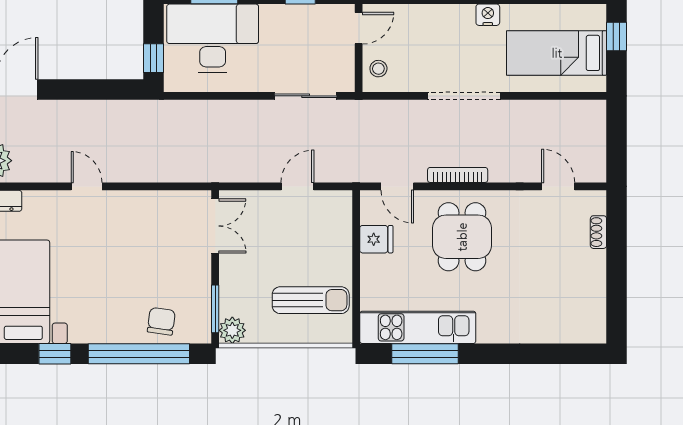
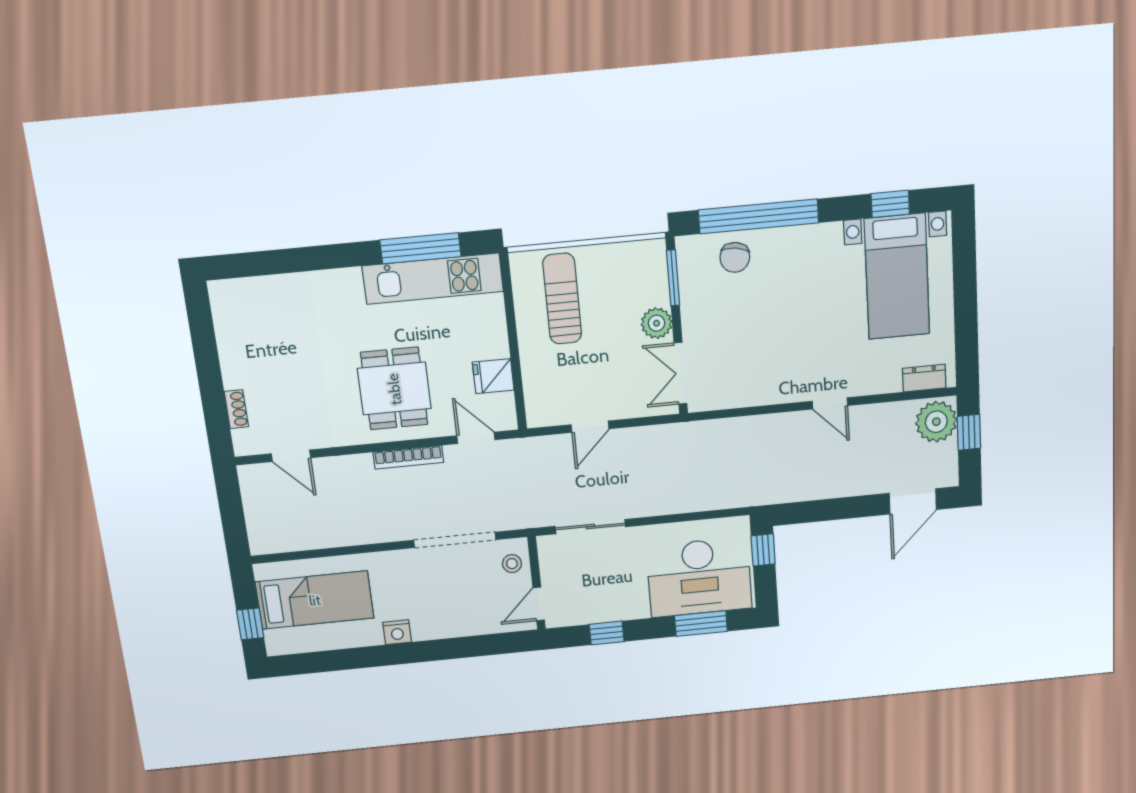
doorway: (464, 96) -> (455, 540), moved
sun lounger: (311, 300) -> (562, 299), turned 90
plant: (232, 330) -> (657, 323), moved
window: (55, 354) -> (890, 204), moved

